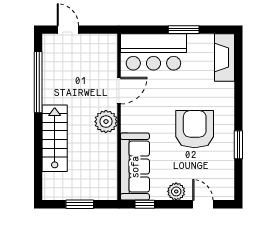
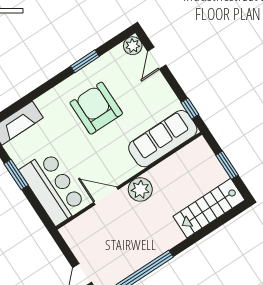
armchair: (195, 129) -> (96, 108), turned 90
stairs: (55, 138) -> (209, 208), moved
plant: (176, 191) -> (133, 46), moved

